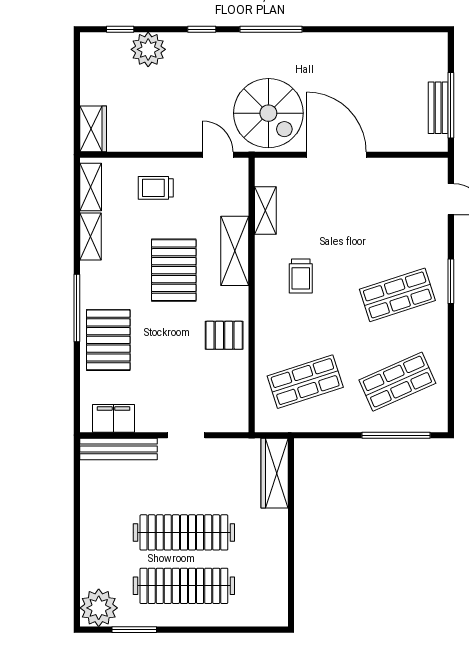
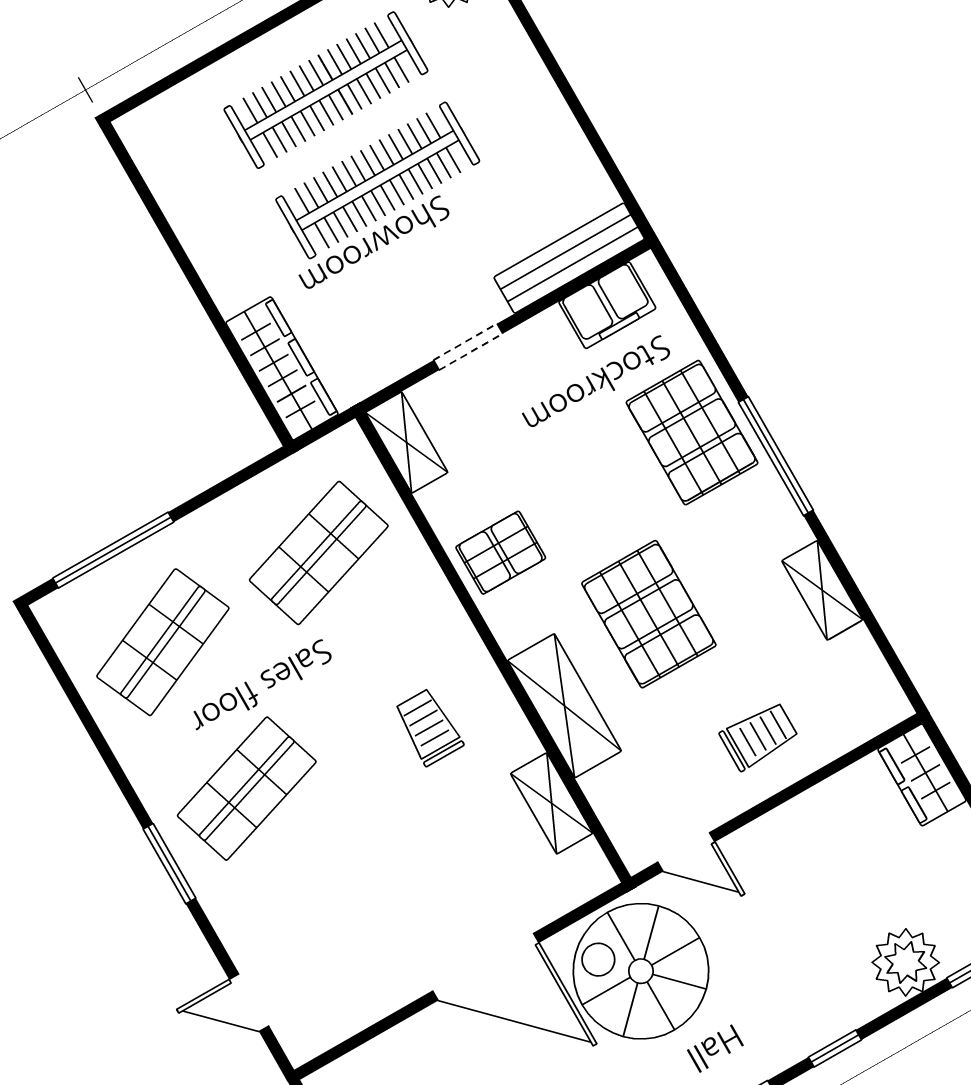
shelving: (91, 187) -> (407, 443), moved

